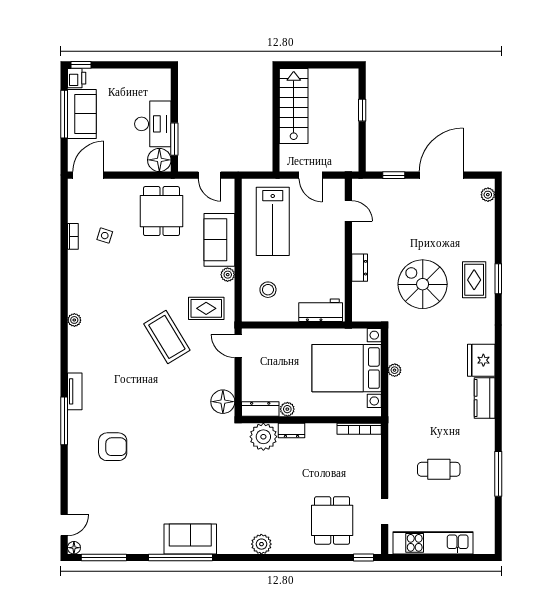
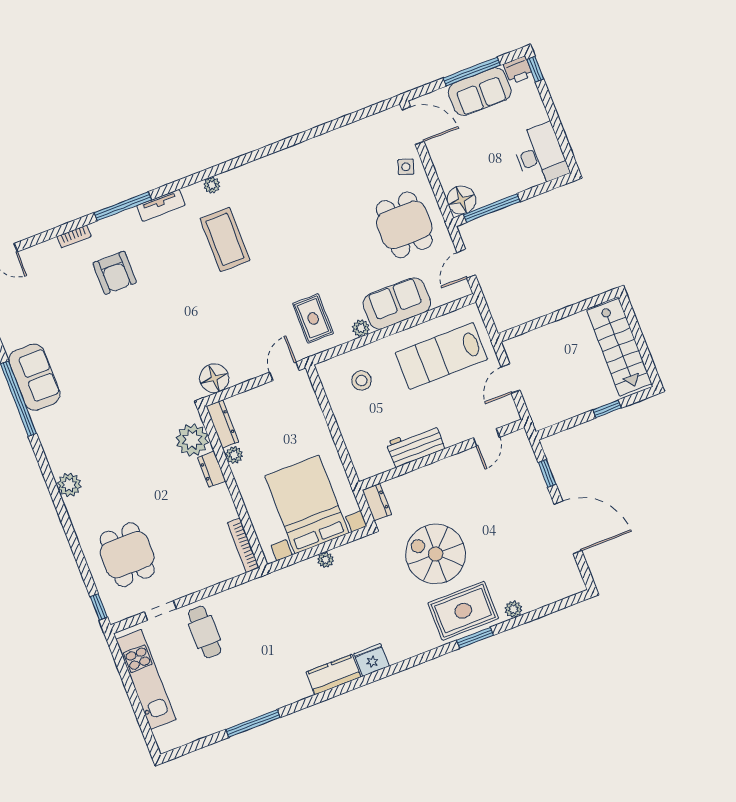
stairs: (294, 106) -> (619, 347), moved, turned 90
desk: (153, 124) -> (540, 155), moved, turned -90
window: (174, 139) -> (492, 208), width x1.44
plant: (488, 195) -> (513, 609), moved
dining table: (161, 211) -> (404, 225), turned 90
bookcase: (73, 236) -> (74, 236), moved
side table: (105, 236) -> (406, 167), moved
dresser: (360, 268) -> (377, 502), moved, turned -90
rug: (474, 280) -> (463, 611), width x1.36, depth x1.43
spiral stairs: (423, 284) -> (436, 554), turned -90
workbench: (321, 310) -> (415, 446), moved, turned -90
plant: (74, 320) -> (212, 185), moved
coffee table: (167, 337) -> (225, 239), moved, turned -59
fridge: (481, 360) -> (371, 660), width x0.73, depth x0.75
cafe table: (439, 469) -> (205, 632), moved
dining table: (332, 520) -> (127, 555), turned 90
sofa: (190, 539) -> (34, 377), moved

